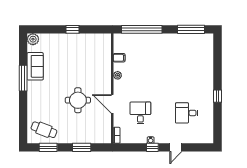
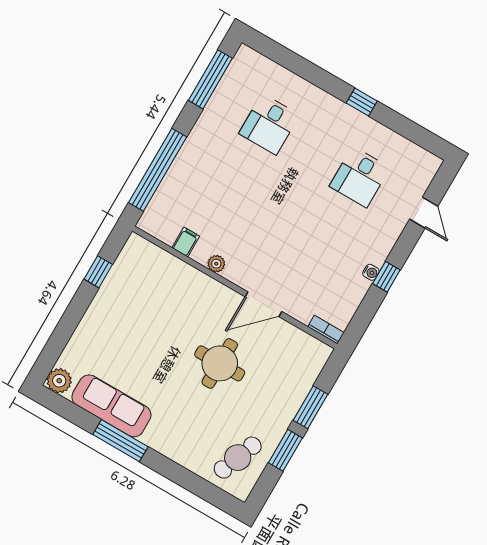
window: (73, 29) -> (98, 272), moved
sofa: (35, 66) -> (111, 406), width x1.36
desk: (140, 113) -> (269, 124), moved, turned -90
window: (48, 147) -> (285, 450), moved
door: (176, 147) -> (424, 213), moved

